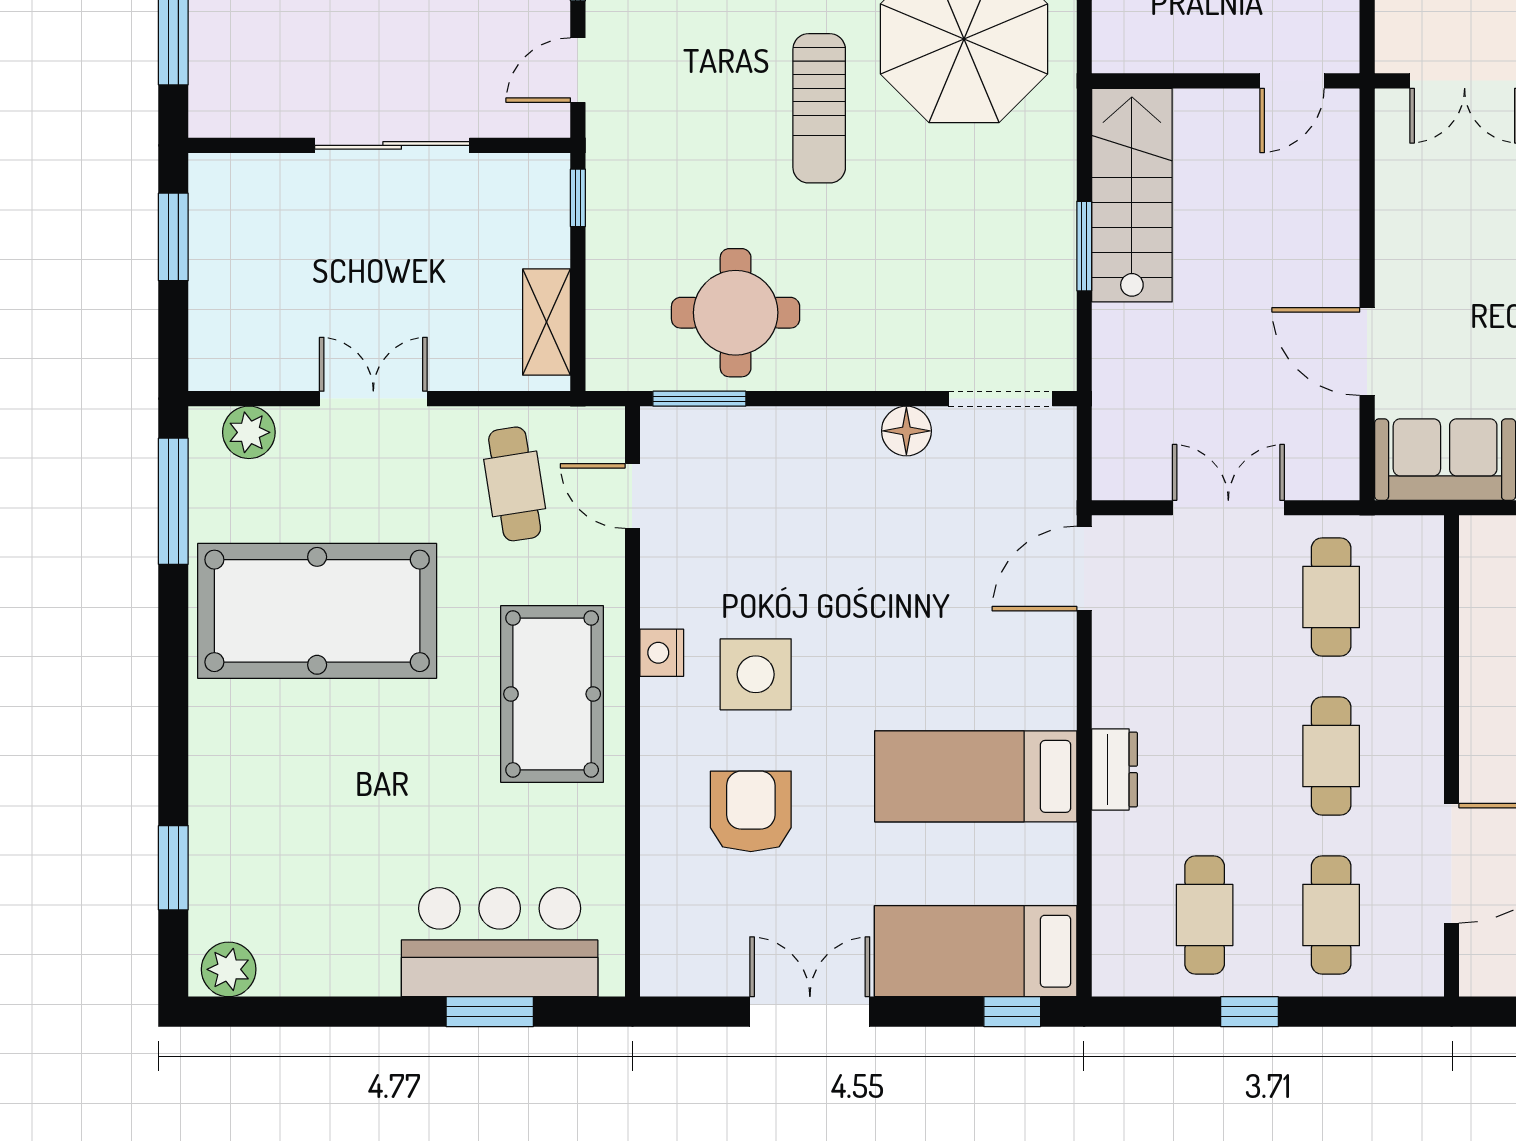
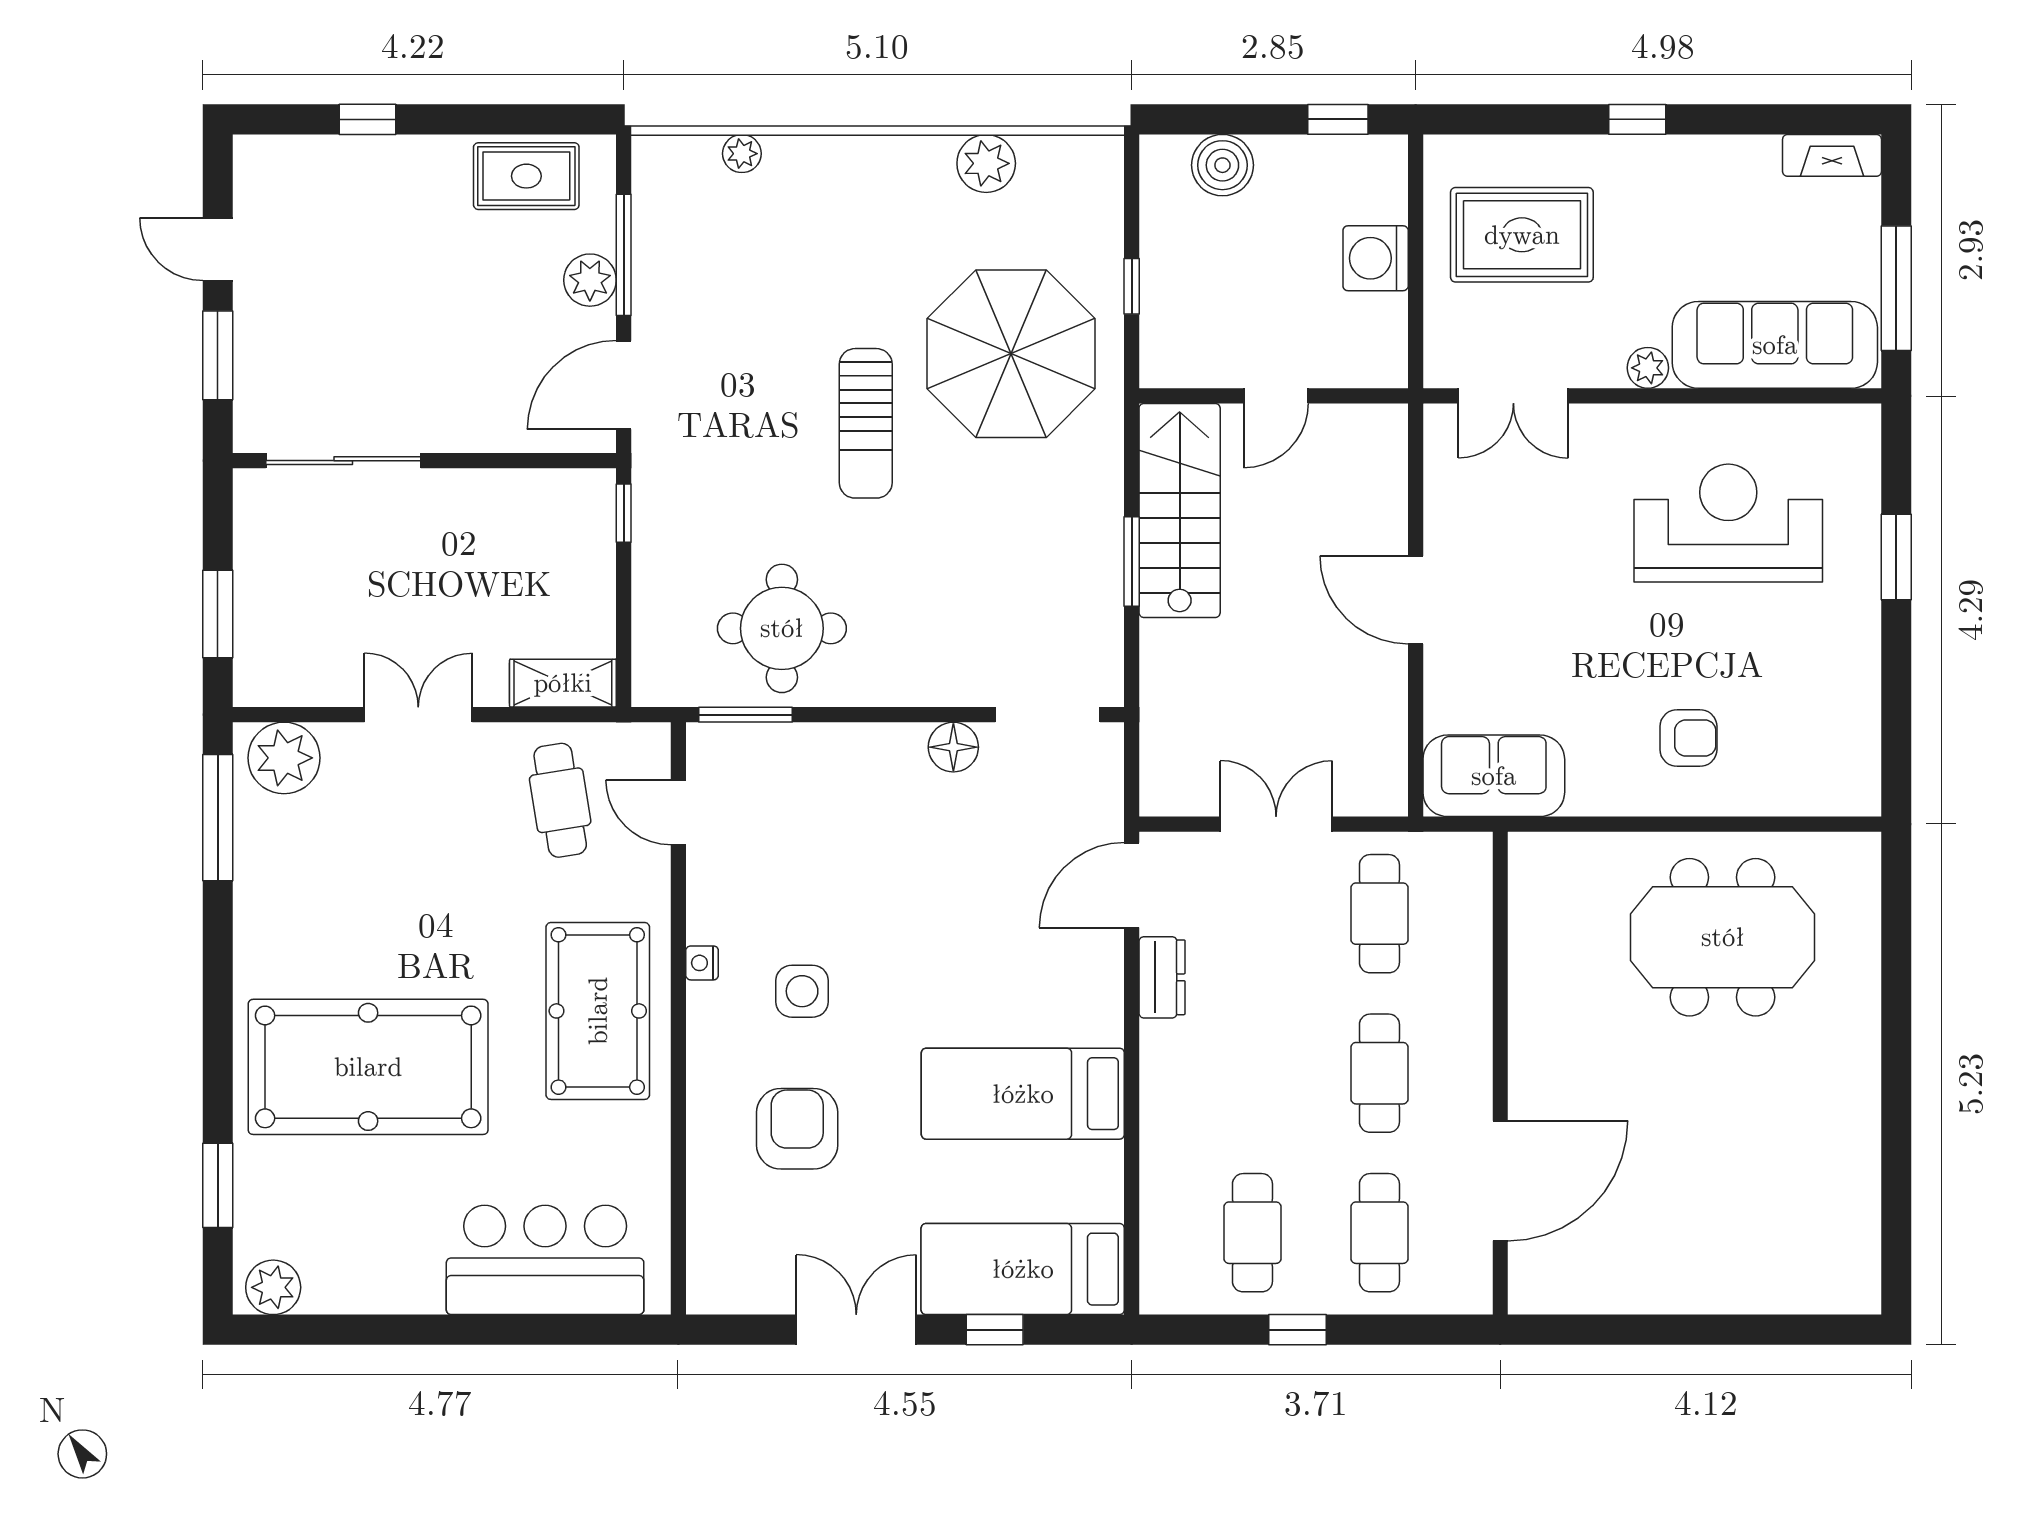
door: (578, 70) -> (624, 385), width x1.38
door: (1292, 81) -> (1276, 396), moved
sliding door: (392, 145) -> (343, 461), moved
window: (173, 237) -> (218, 614), moved
shelving: (547, 322) -> (563, 683), moved, turned 90
door: (1367, 352) -> (1416, 600), moved
plant: (249, 432) -> (284, 758), width x1.36, depth x1.36
pool table: (317, 611) -> (368, 1067), moved
nightstand: (662, 653) -> (702, 963), width x0.72, depth x0.74
side table: (756, 674) -> (802, 991), width x0.73, depth x0.73
dresser: (1114, 769) -> (1162, 977), moved
window: (490, 1012) -> (535, 1330), removed
window: (1012, 1012) -> (995, 1330), moved

